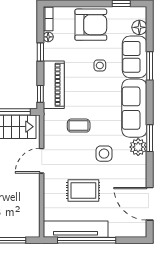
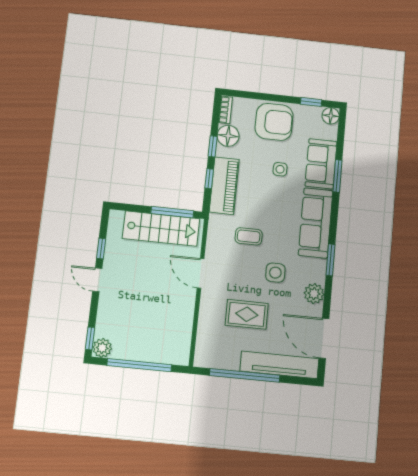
floor lamp: (139, 27) -> (331, 116), moved
floor lamp: (48, 37) -> (228, 136), width x1.89, depth x1.89
window: (40, 94) -> (209, 179), moved
plant: (138, 147) -> (314, 294), moved
door: (42, 161) -> (201, 273), hinge flipped
tv unit: (76, 229) -> (279, 365), moved

